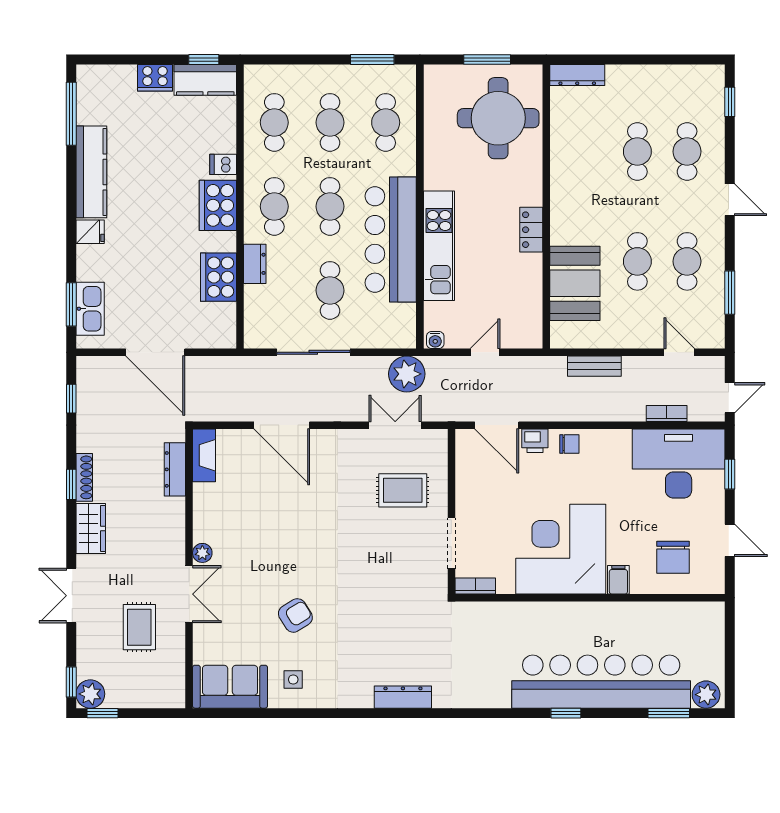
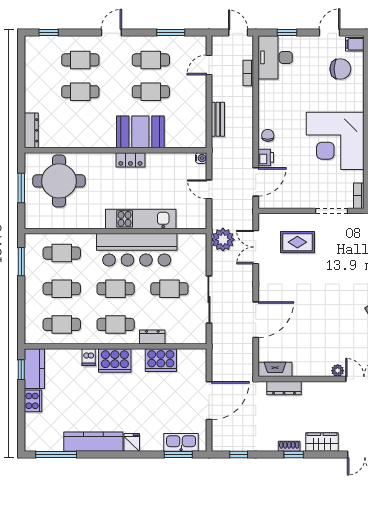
booth: (575, 283) -> (140, 132), moved
water cooler: (435, 340) -> (201, 158), moved
desk: (679, 463) -> (275, 57), width x0.73, depth x0.77
shoe rack: (84, 477) -> (289, 446), width x0.70
rug: (403, 490) -> (297, 242), turned 90
filing cabinet: (618, 580) -> (355, 44), moved

